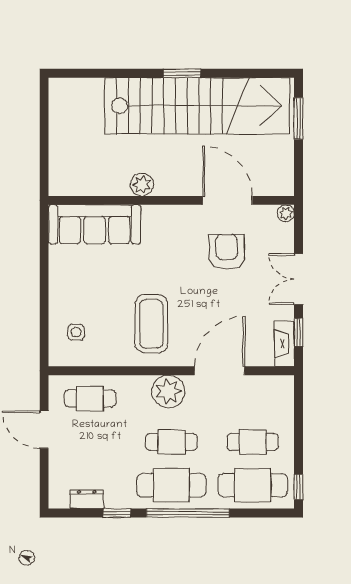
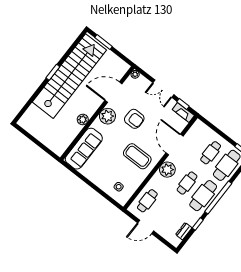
plant: (180, 222) -> (107, 116), added
armchair: (227, 252) -> (134, 119), moved, turned 180

